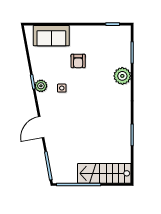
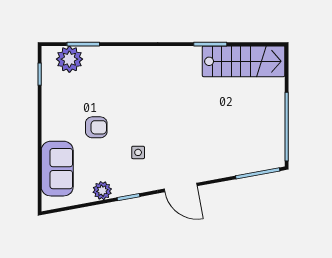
plant: (122, 76) -> (69, 59), moved
plant: (41, 86) -> (102, 191), moved
door: (41, 127) -> (181, 187), moved
stairs: (104, 173) -> (244, 61), moved, turned -90

